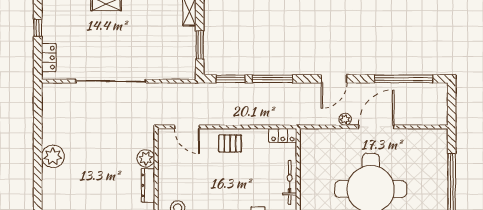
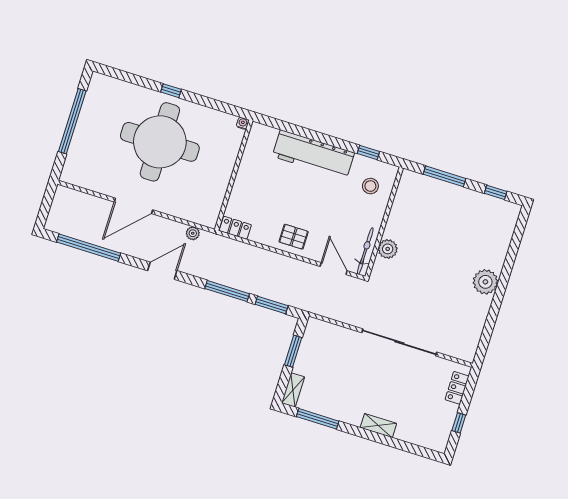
plant: (345, 119) -> (193, 233), moved
bicycle: (290, 182) -> (365, 251), moved, turned 180
dresser: (148, 185) -> (394, 220), removed

